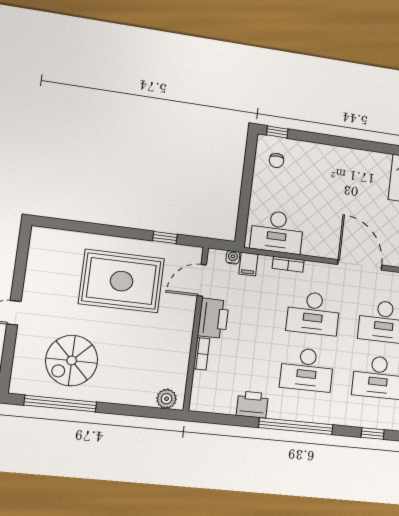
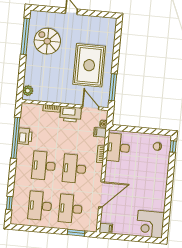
window: (165, 237) -> (113, 87), width x2.17
window: (296, 426) -> (16, 138), moved

